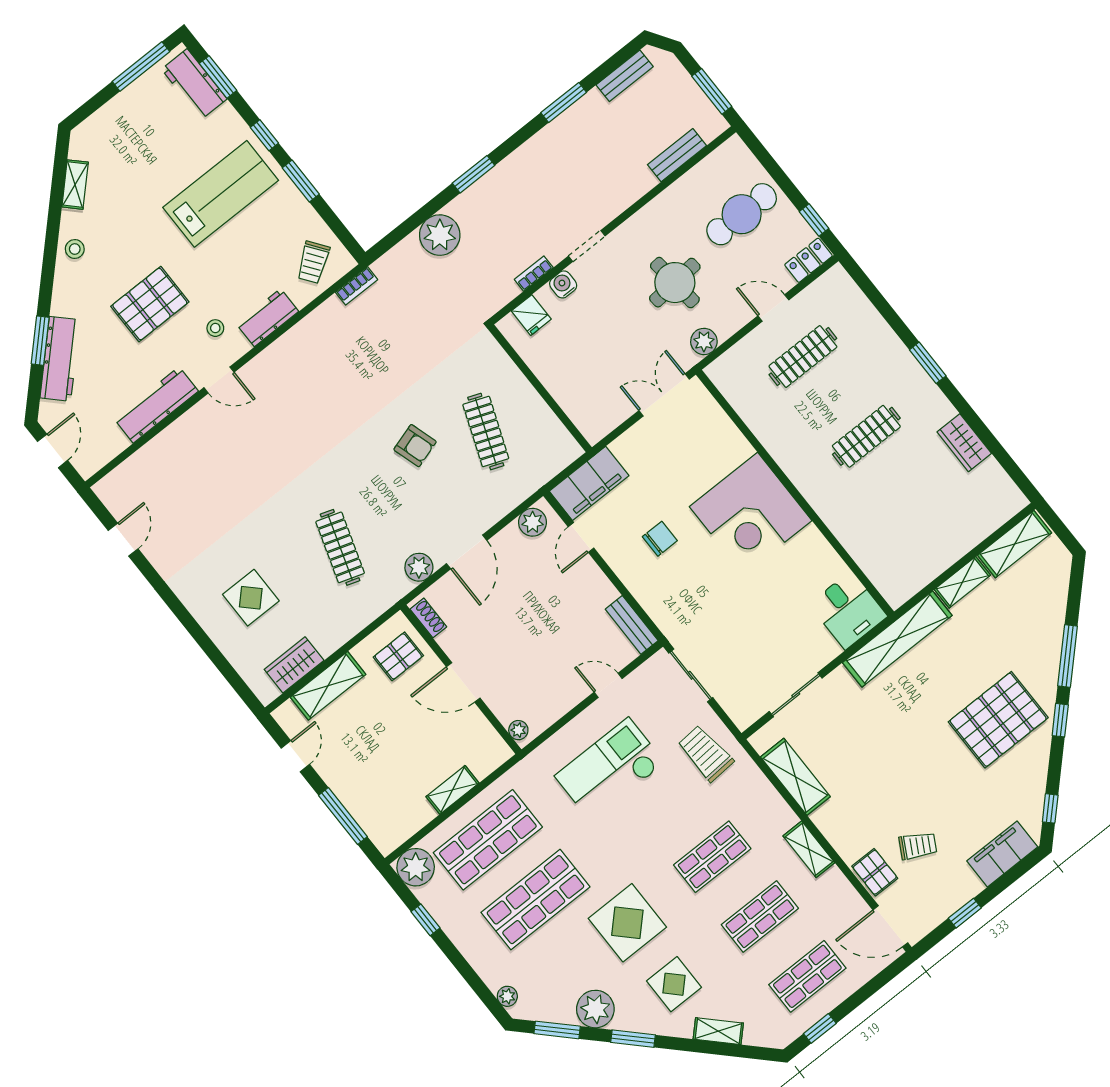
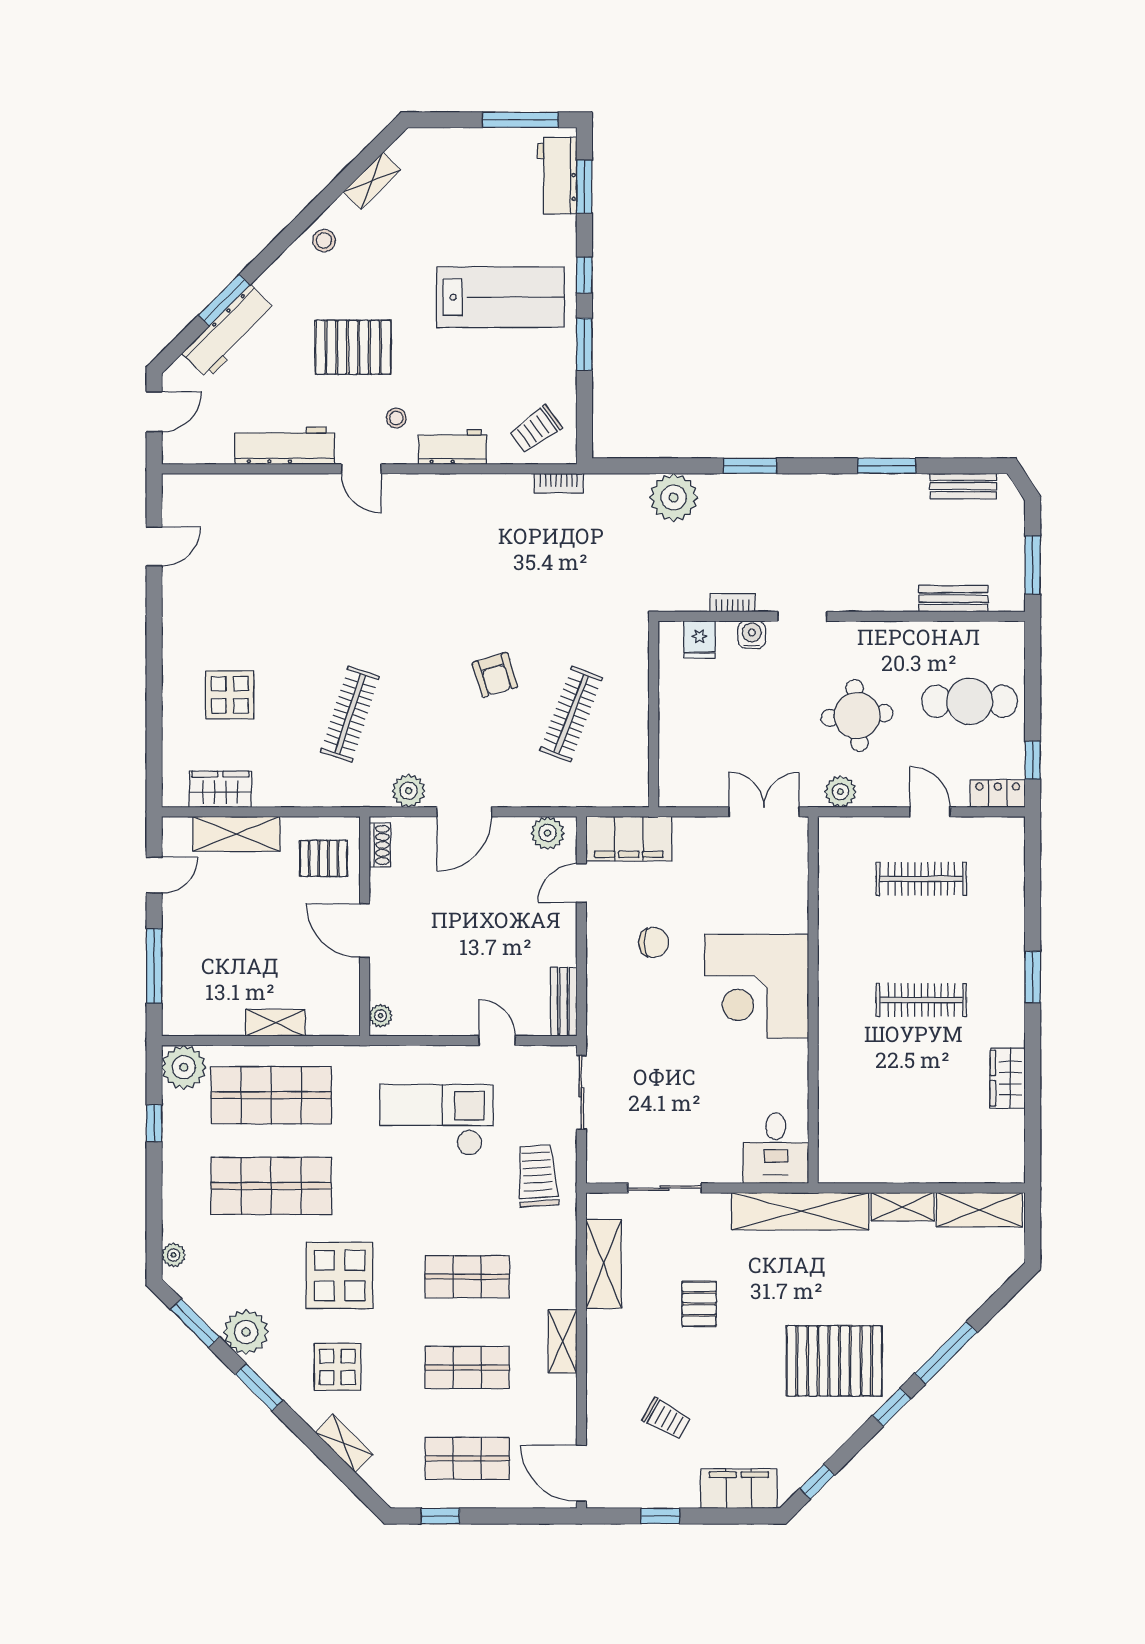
pallet: (875, 872) -> (699, 1304), moved

